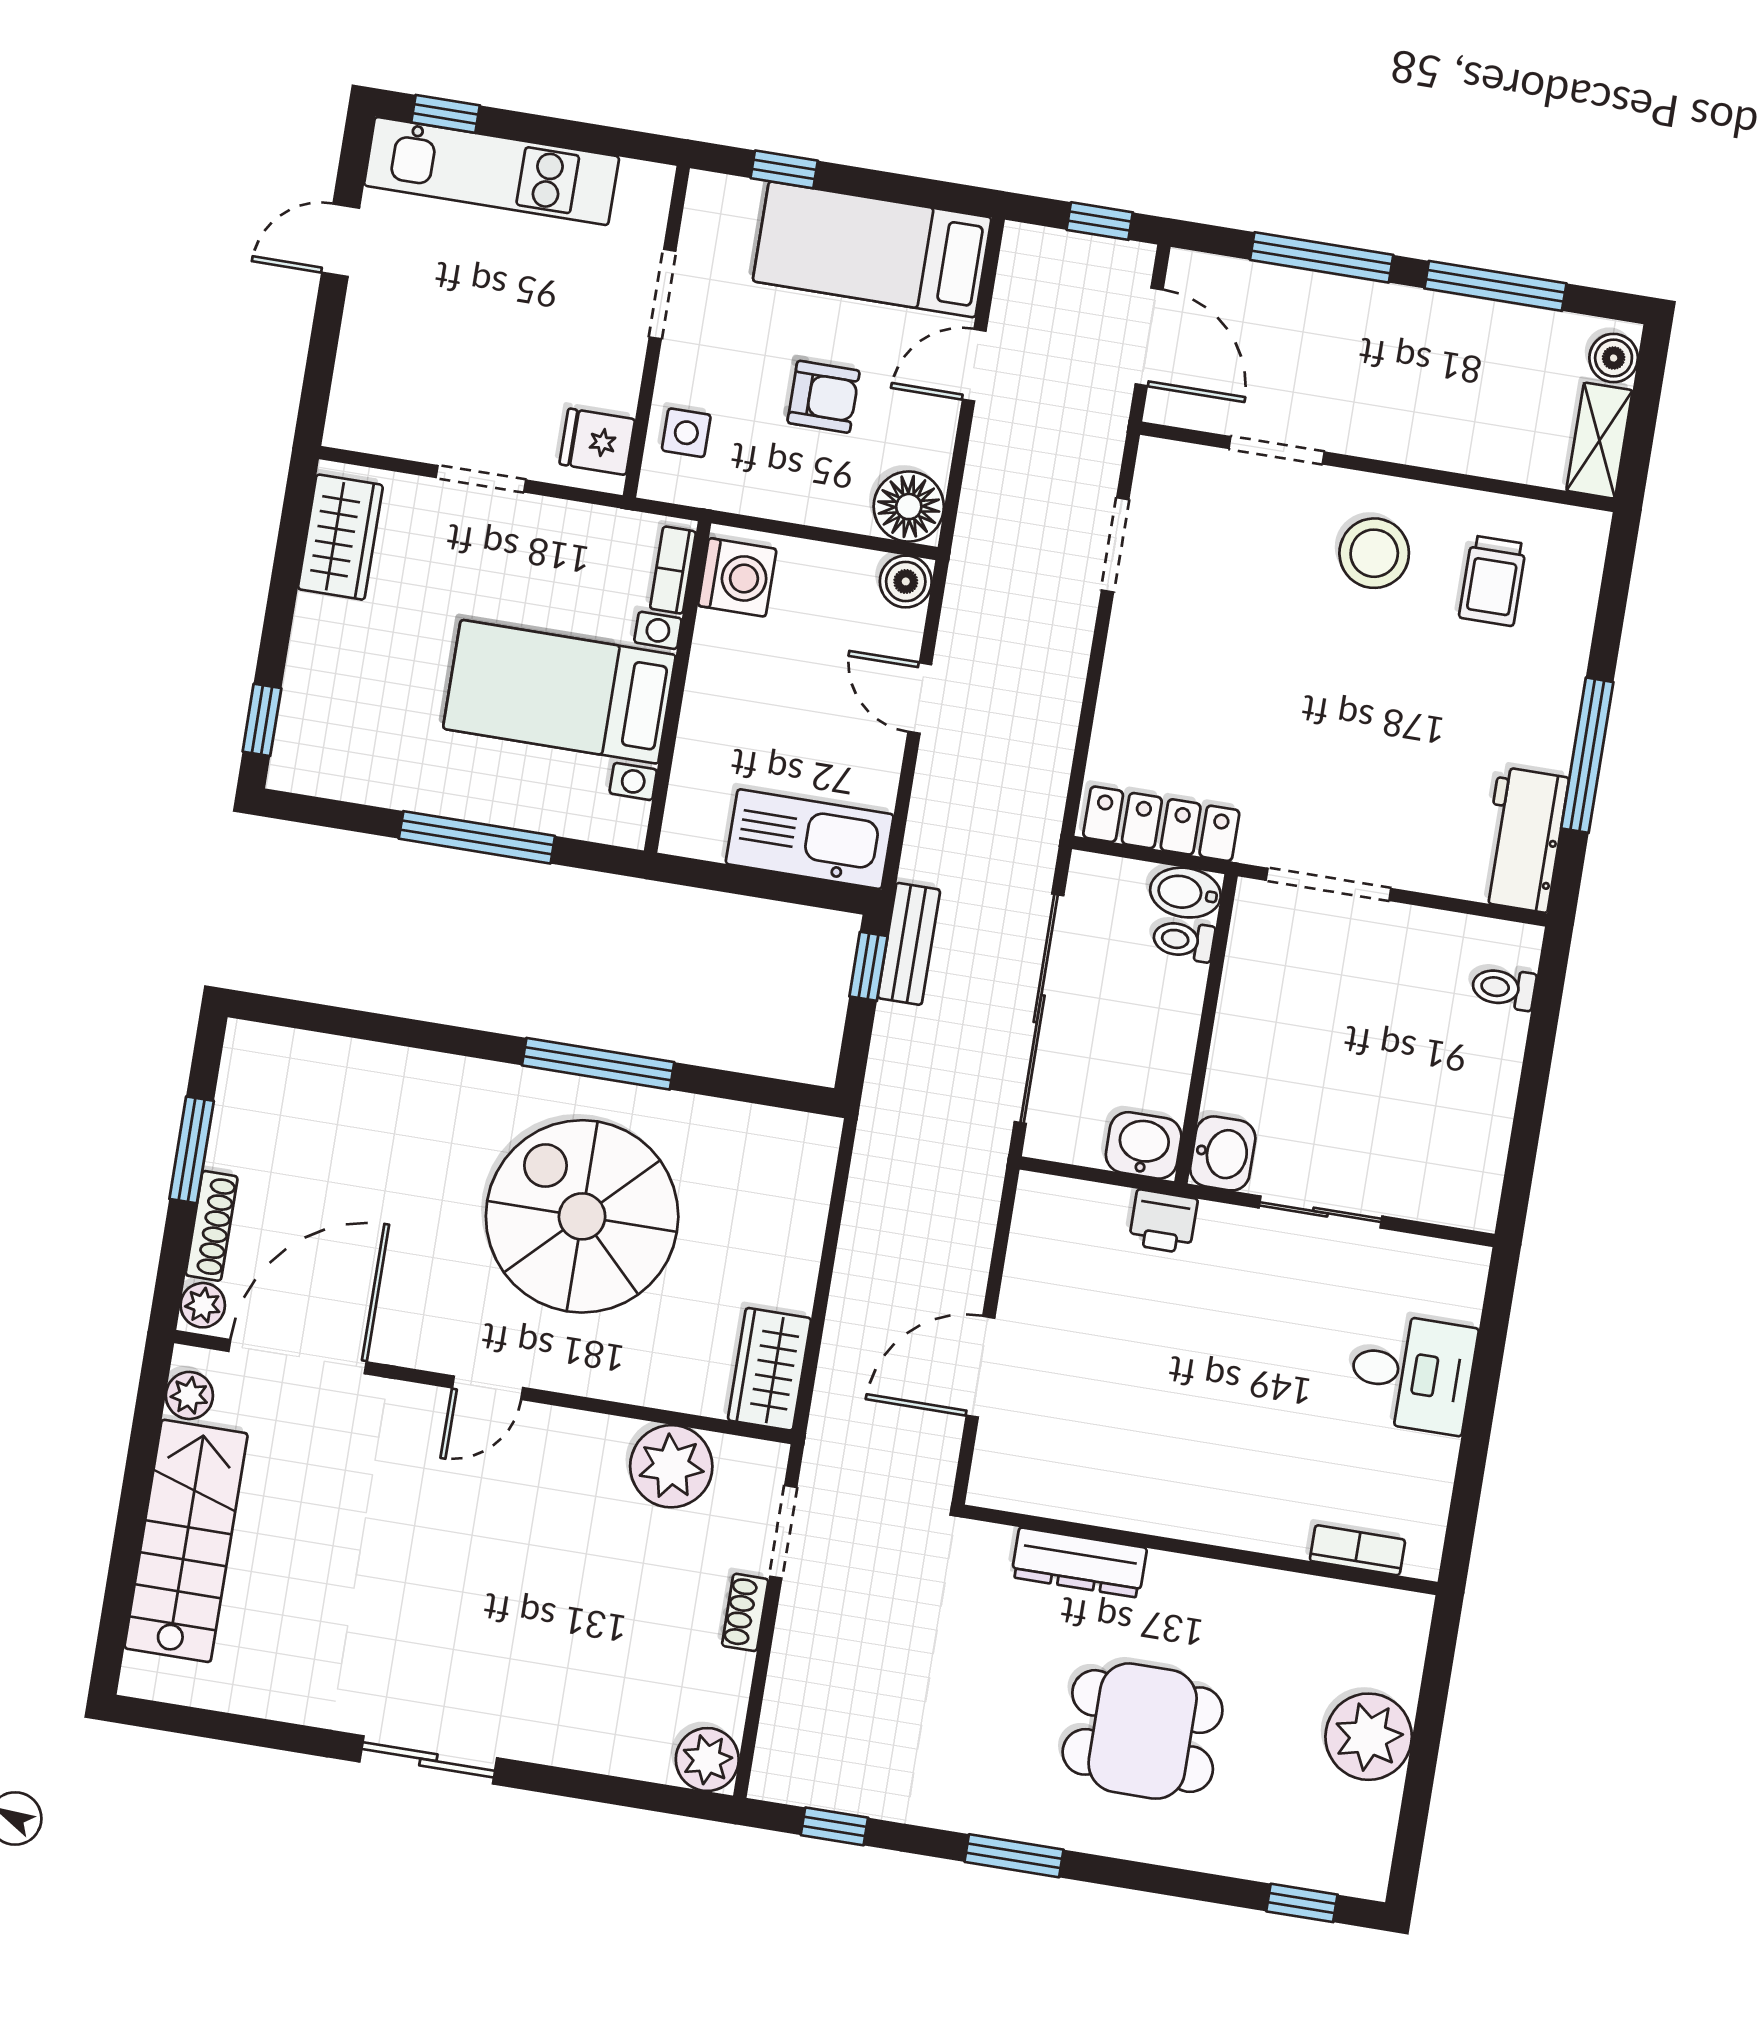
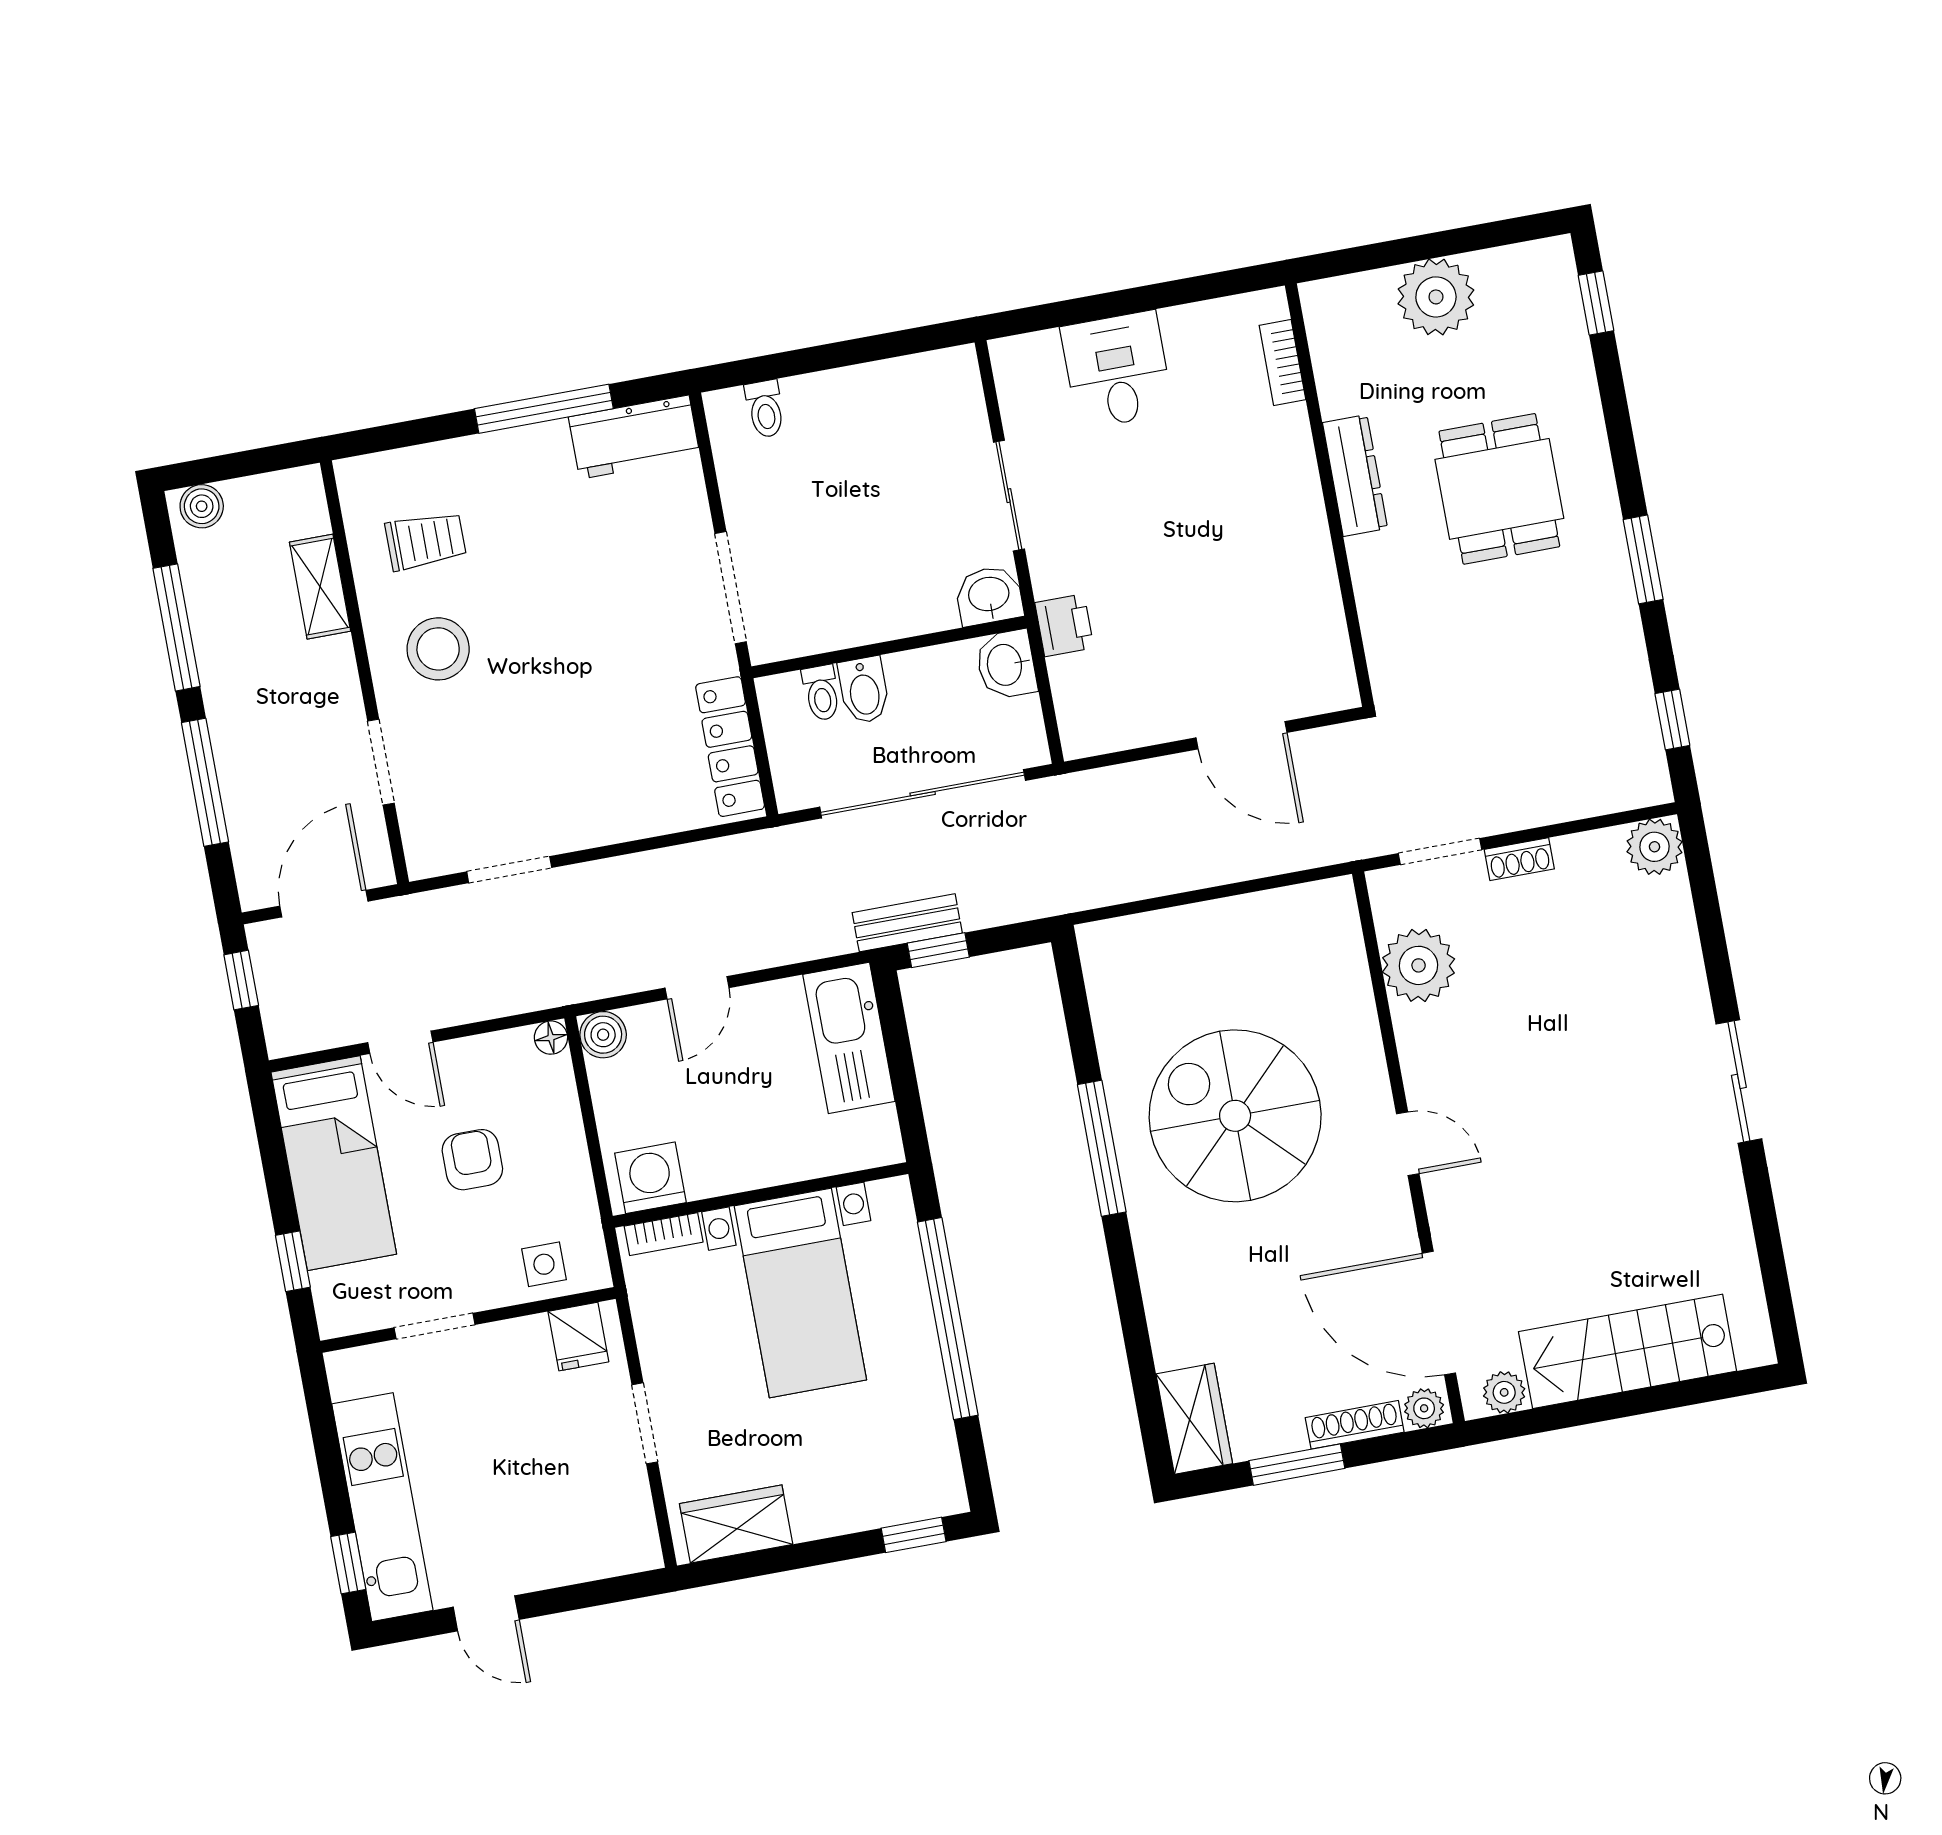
shelving: (1599, 441) -> (320, 587), moved, turned 90
floor lamp: (909, 507) -> (551, 1038), width x0.53, depth x0.53
window: (477, 837) -> (948, 1319), width x1.46
bidet: (1185, 893) -> (864, 690), moved
spiral stairs: (582, 1216) -> (1235, 1116), turned 90
wardrobe: (769, 1369) -> (1194, 1419), moved, turned -90
dresser: (1079, 1562) -> (1355, 475), moved

